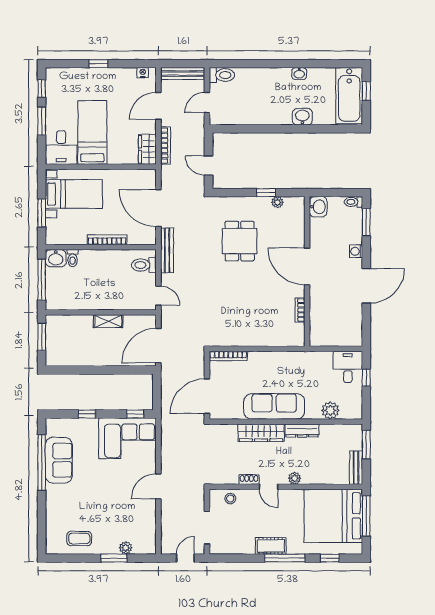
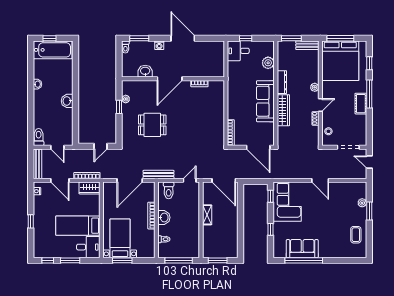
washbasin: (302, 117) -> (67, 101), moved
washbasin: (318, 207) -> (145, 71), moved
window: (42, 213) -> (122, 260), moved
washbasin: (56, 258) -> (164, 217), moved

